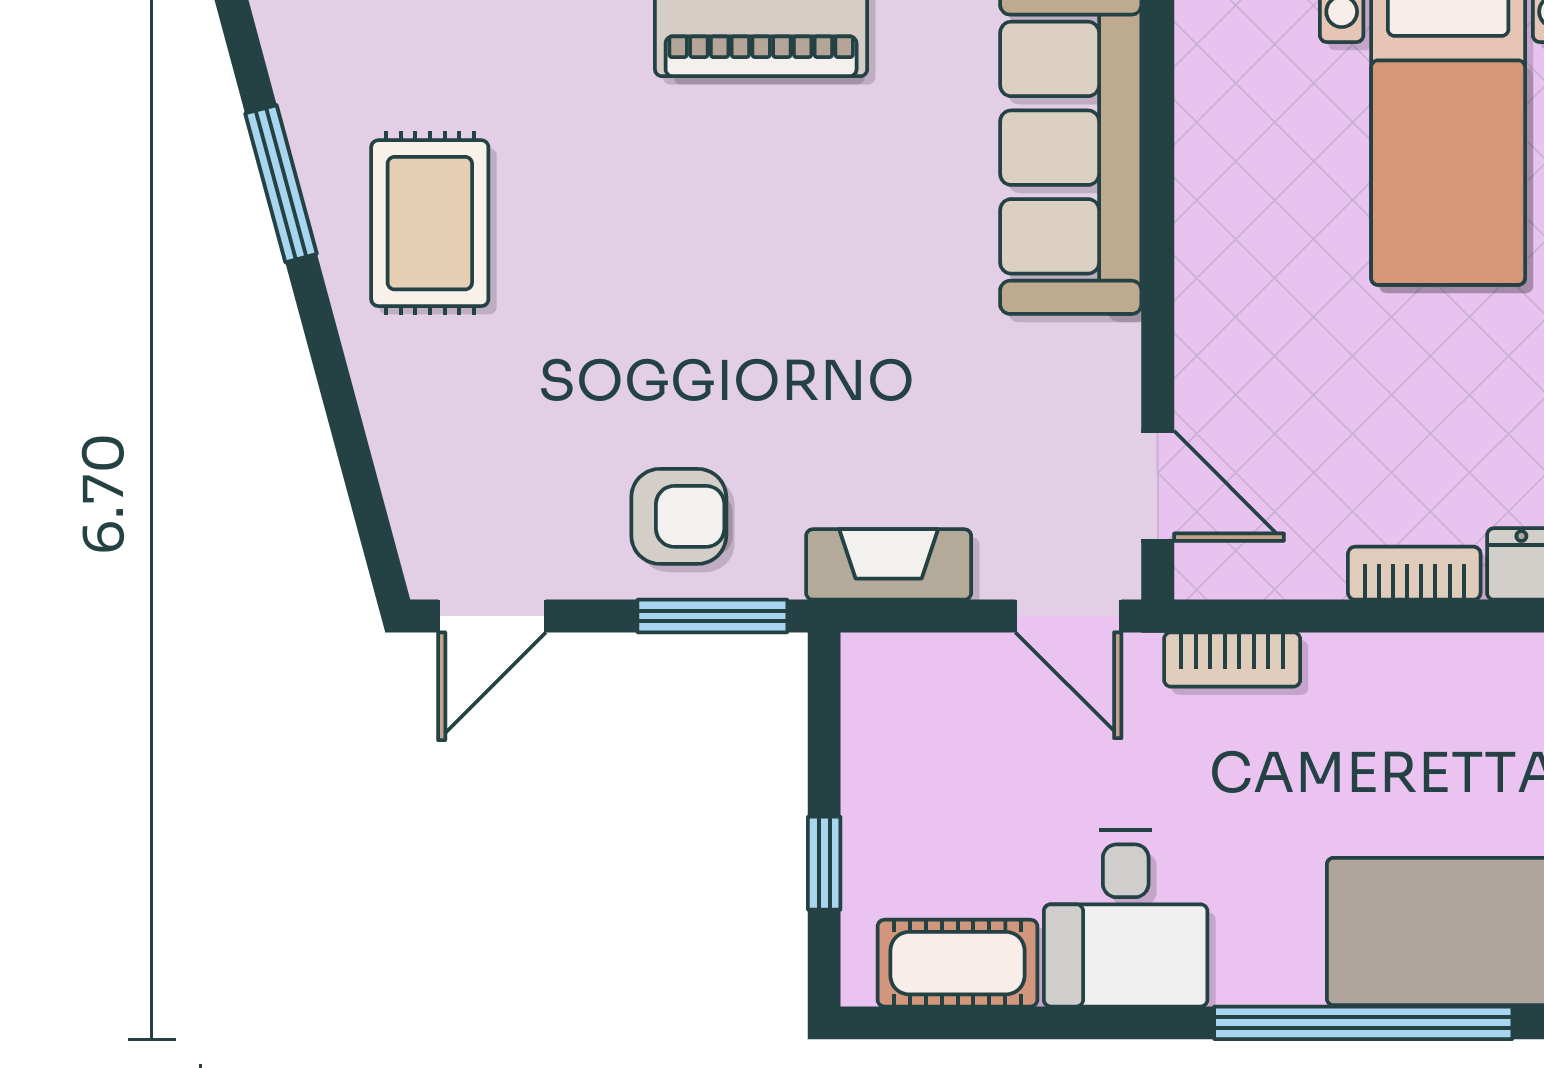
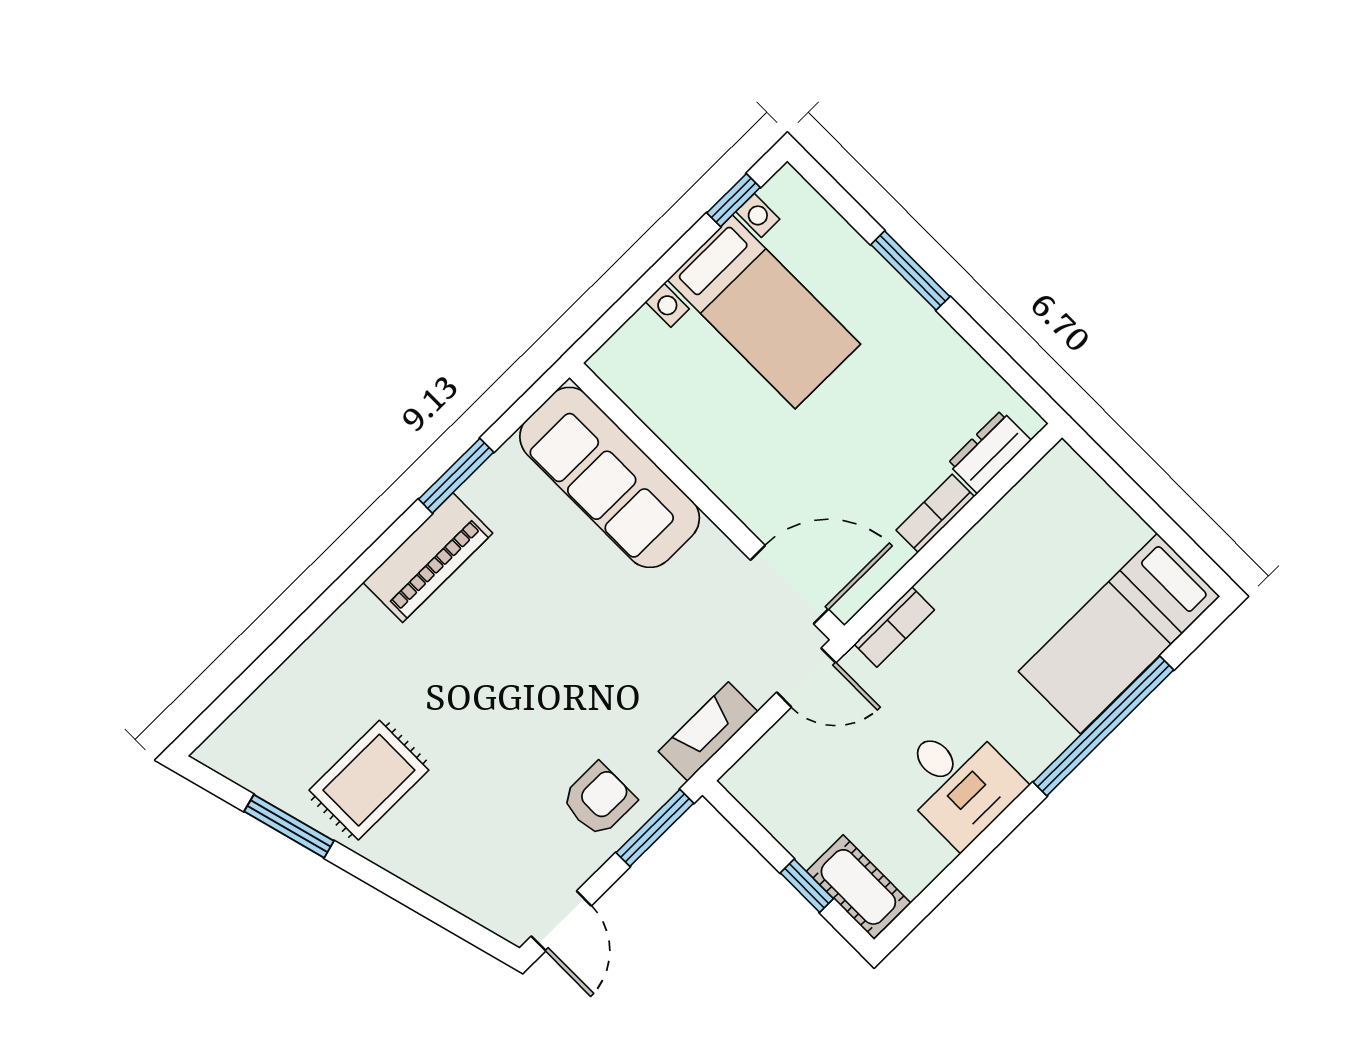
rug: (430, 223) -> (369, 780), turned 90
door: (1158, 486) -> (789, 585), width x1.37
cot: (958, 963) -> (858, 887), moved, turned 90

